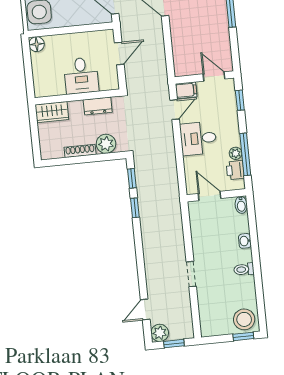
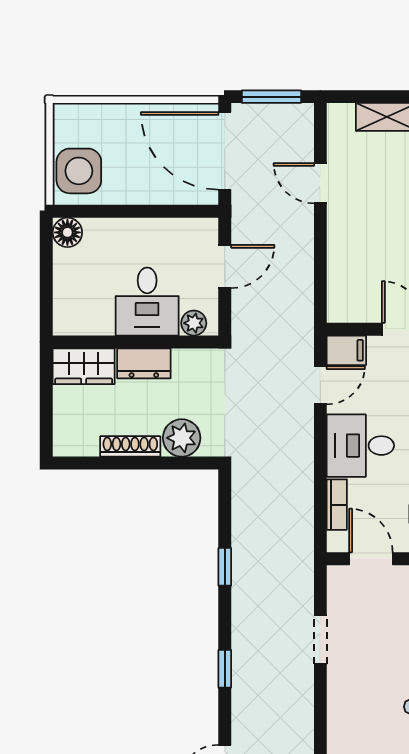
plant: (106, 84) -> (194, 323), added
dresser: (98, 106) -> (144, 363), moved
bookcase: (189, 170) -> (337, 505), added
window: (132, 178) -> (225, 669), moved
doorway: (191, 274) -> (320, 639), moved

